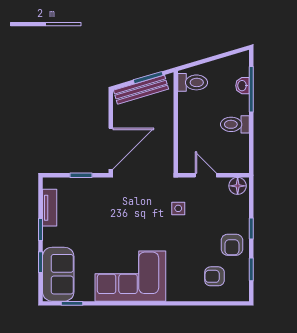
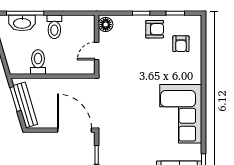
toilet: (193, 82) -> (38, 62), moved
washbasin: (242, 86) -> (22, 23), width x1.91, depth x1.45
side table: (178, 208) -> (124, 74), removed

